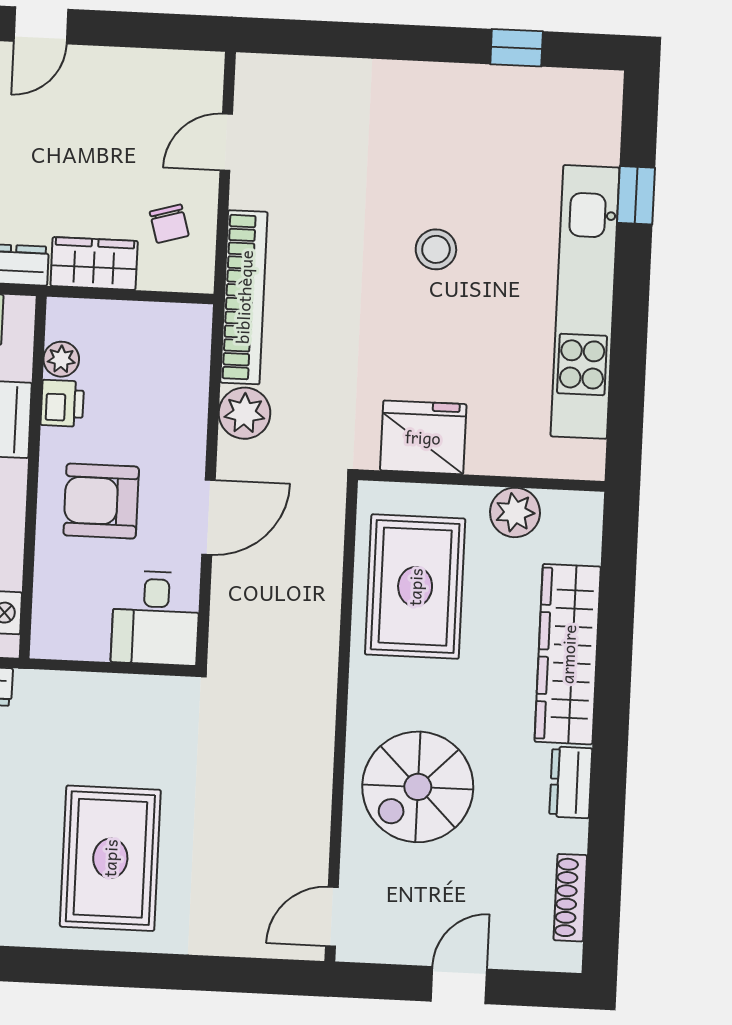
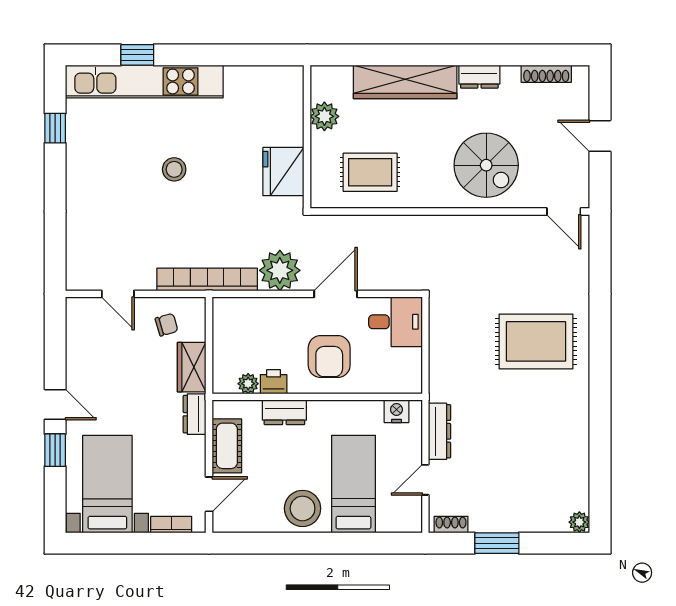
kitchen unit: (585, 302) -> (144, 81), moved
plant: (245, 413) -> (280, 270), width x1.36, depth x1.36
door: (209, 517) -> (336, 294), hinge flipped
rug: (415, 587) -> (370, 172), width x0.73, depth x0.70

